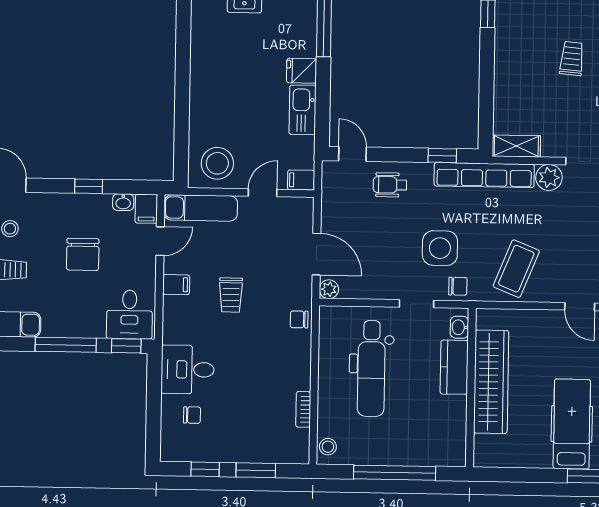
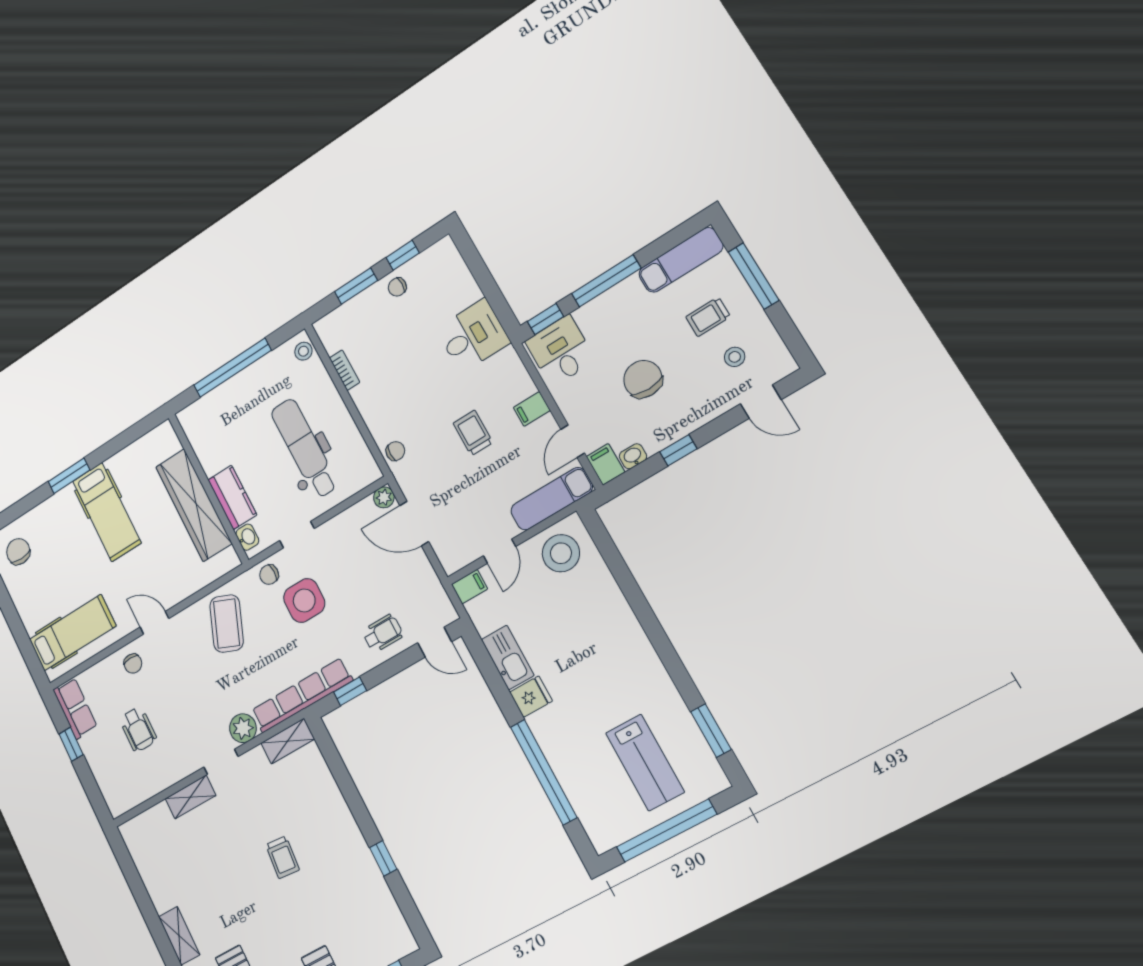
chair: (192, 415) -> (397, 287), moved

